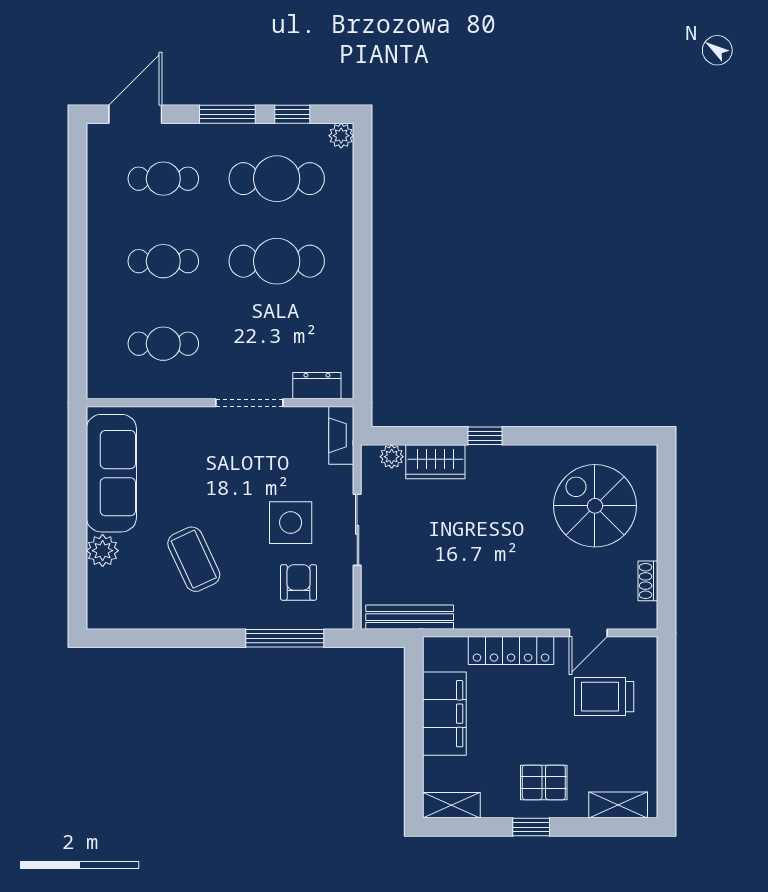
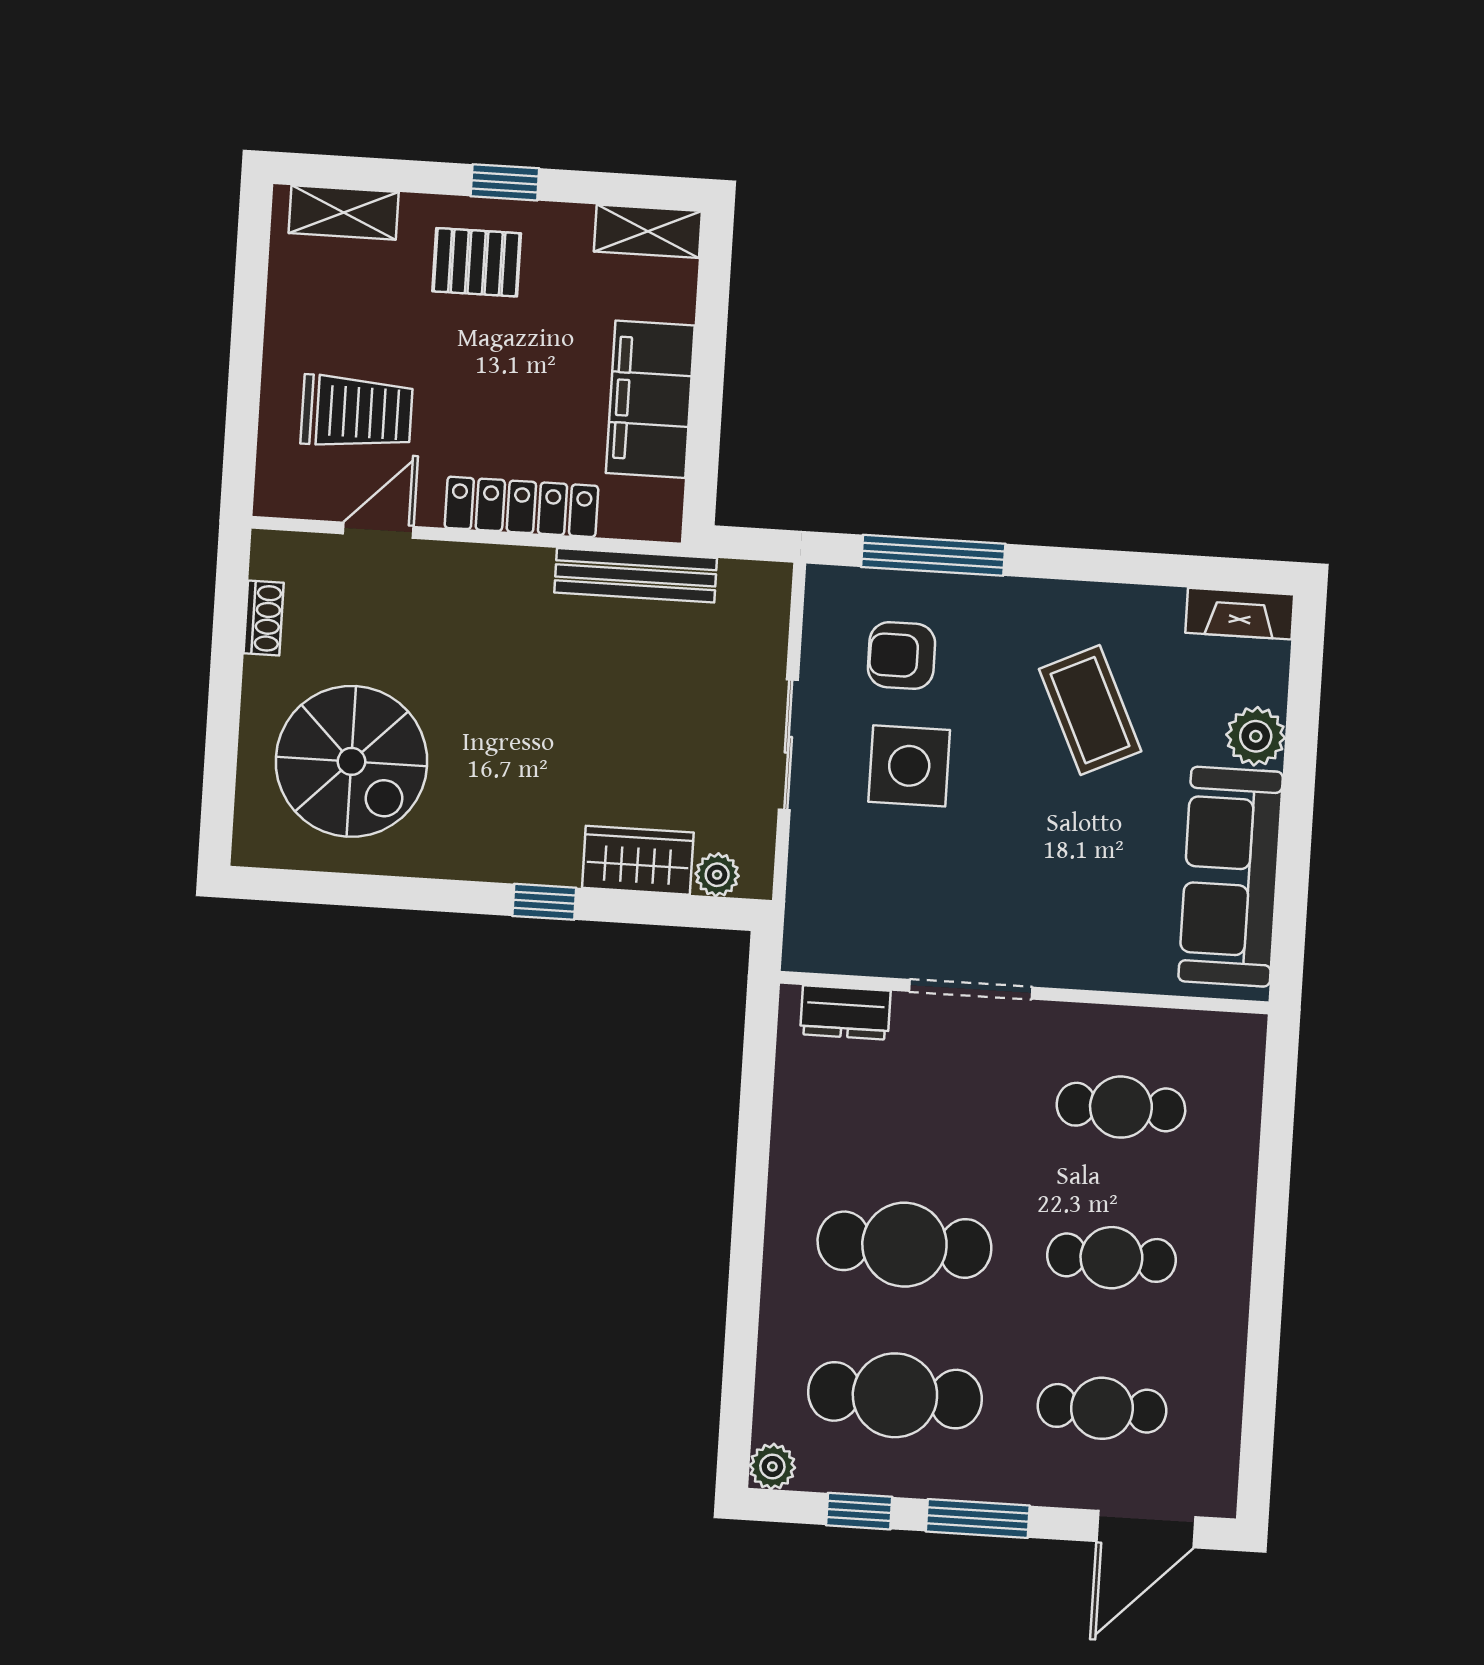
fireplace: (341, 435) -> (1240, 614), moved, turned 90
armchair: (299, 582) -> (902, 656), turned 90
bench: (410, 617) -> (636, 575), moved

